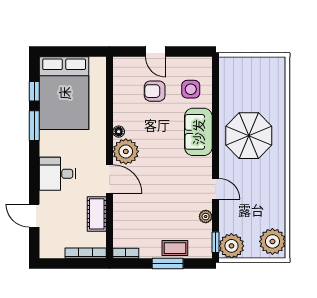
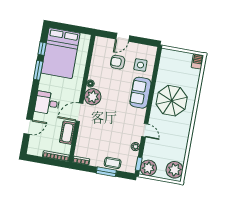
door: (156, 51) -> (123, 37), hinge flipped
barbecue: (278, 68) -> (197, 61), added
door: (110, 179) -> (79, 112), swing flipped
door: (34, 216) -> (28, 127), swing flipped

